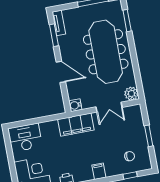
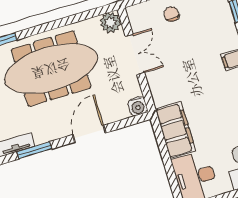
filing cabinet: (76, 125) -> (175, 130), moved
chair: (130, 156) -> (171, 14), moved

